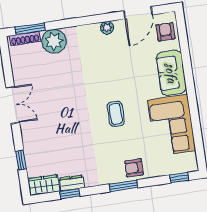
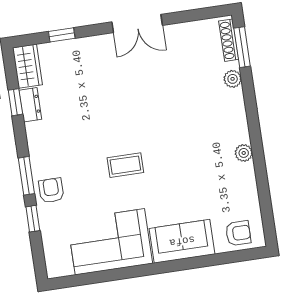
door: (138, 13) -> (264, 195), removed
plant: (54, 41) -> (233, 79), width x0.53, depth x0.53
window: (179, 178) -> (33, 219), moved

